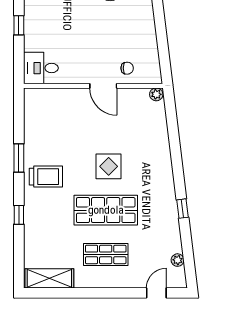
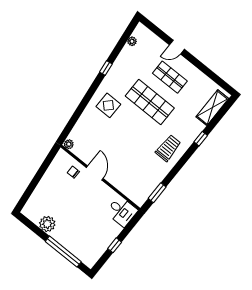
window: (19, 158) -> (157, 193), moved
display table: (109, 166) -> (108, 105), moved
trolley: (46, 177) -> (168, 148), turned 90
shelving: (49, 278) -> (212, 108), moved, turned 90
door: (156, 293) -> (177, 47), moved

